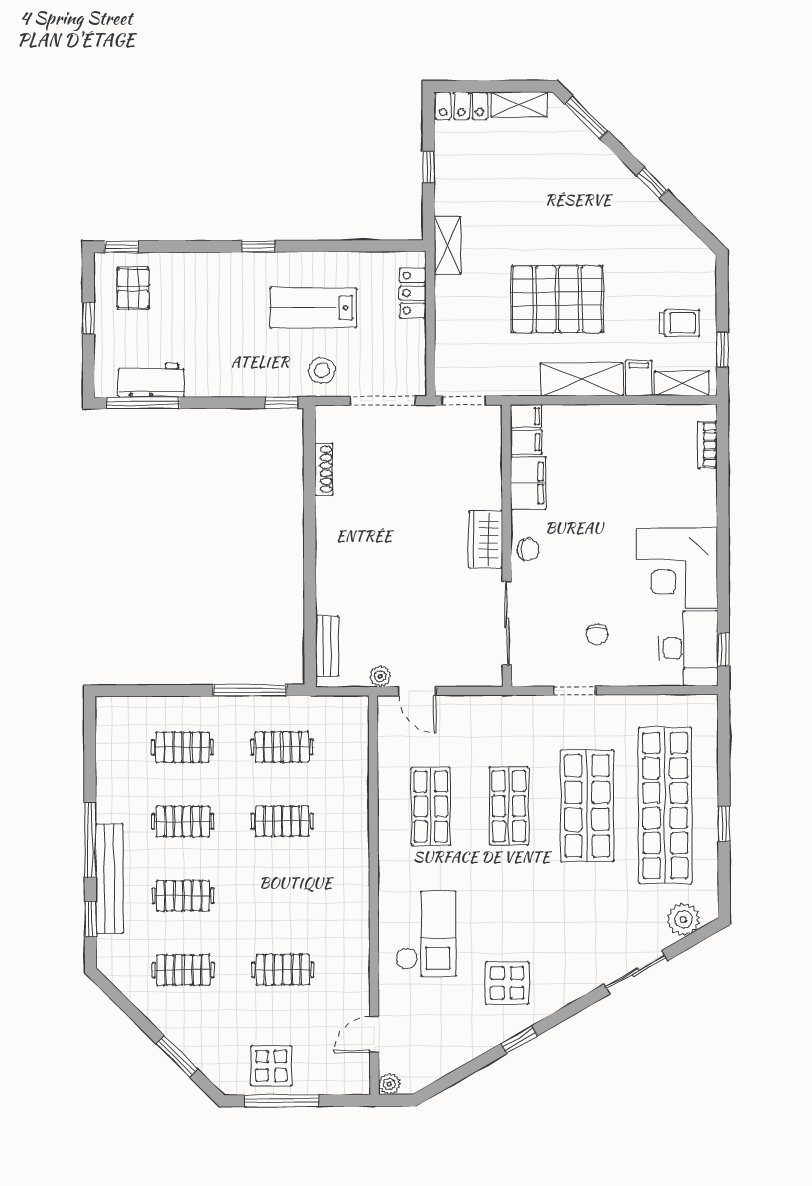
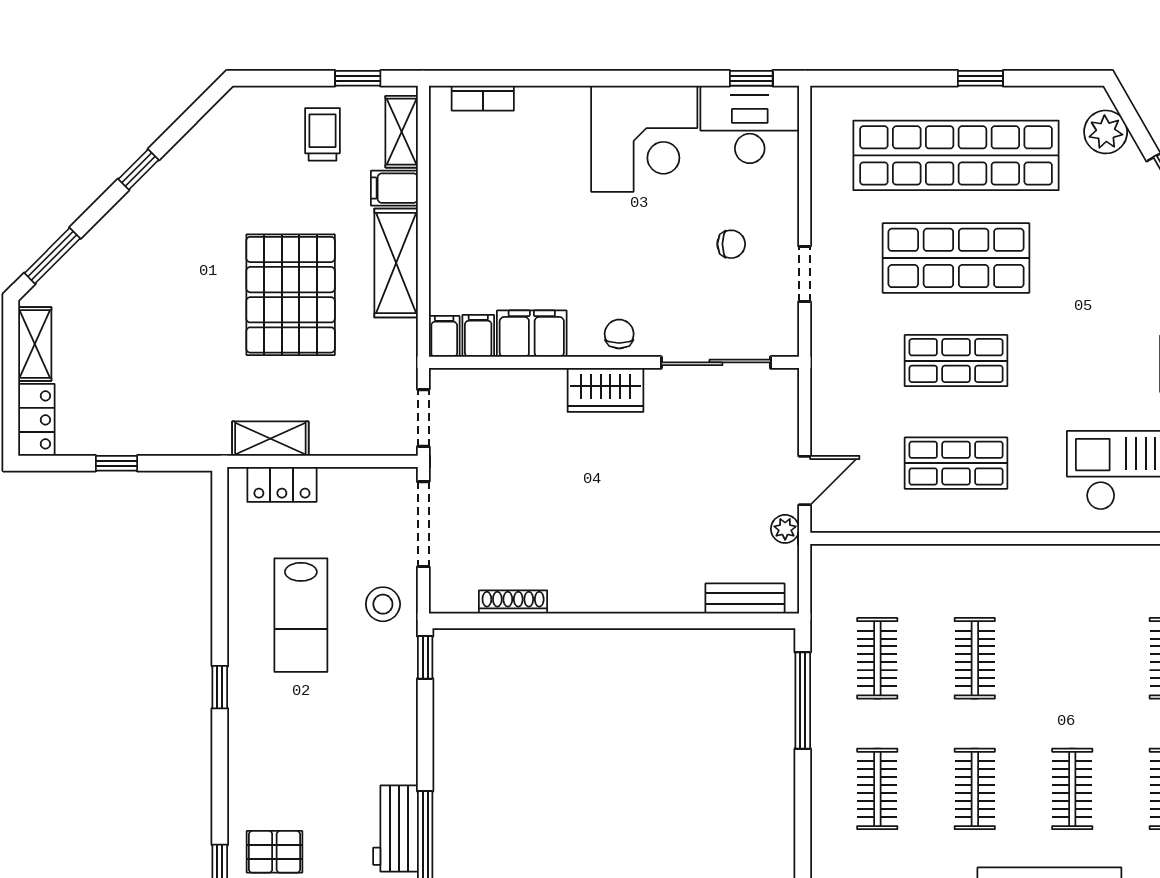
shelving: (447, 245) -> (270, 439), moved

